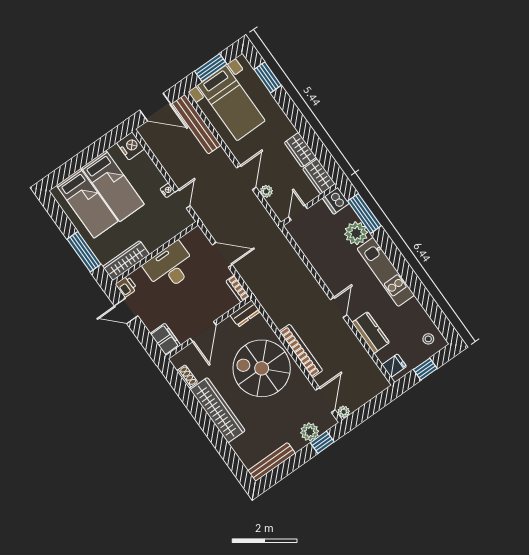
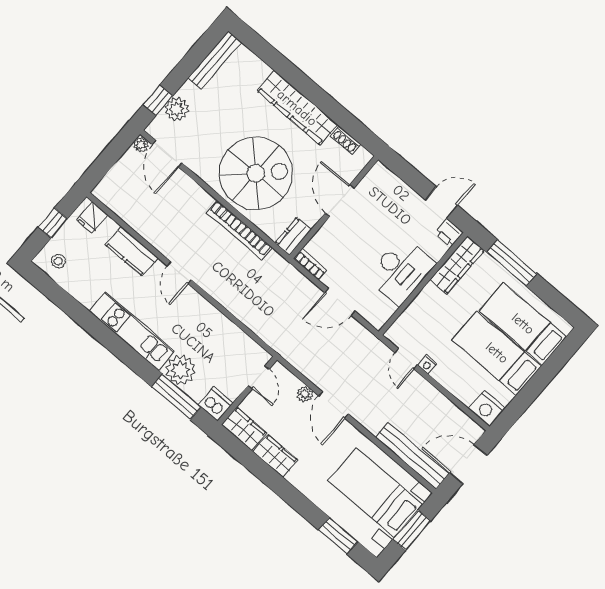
filing cabinet: (165, 339) -> (384, 180), removed
bookcase: (301, 351) -> (239, 230), moved

